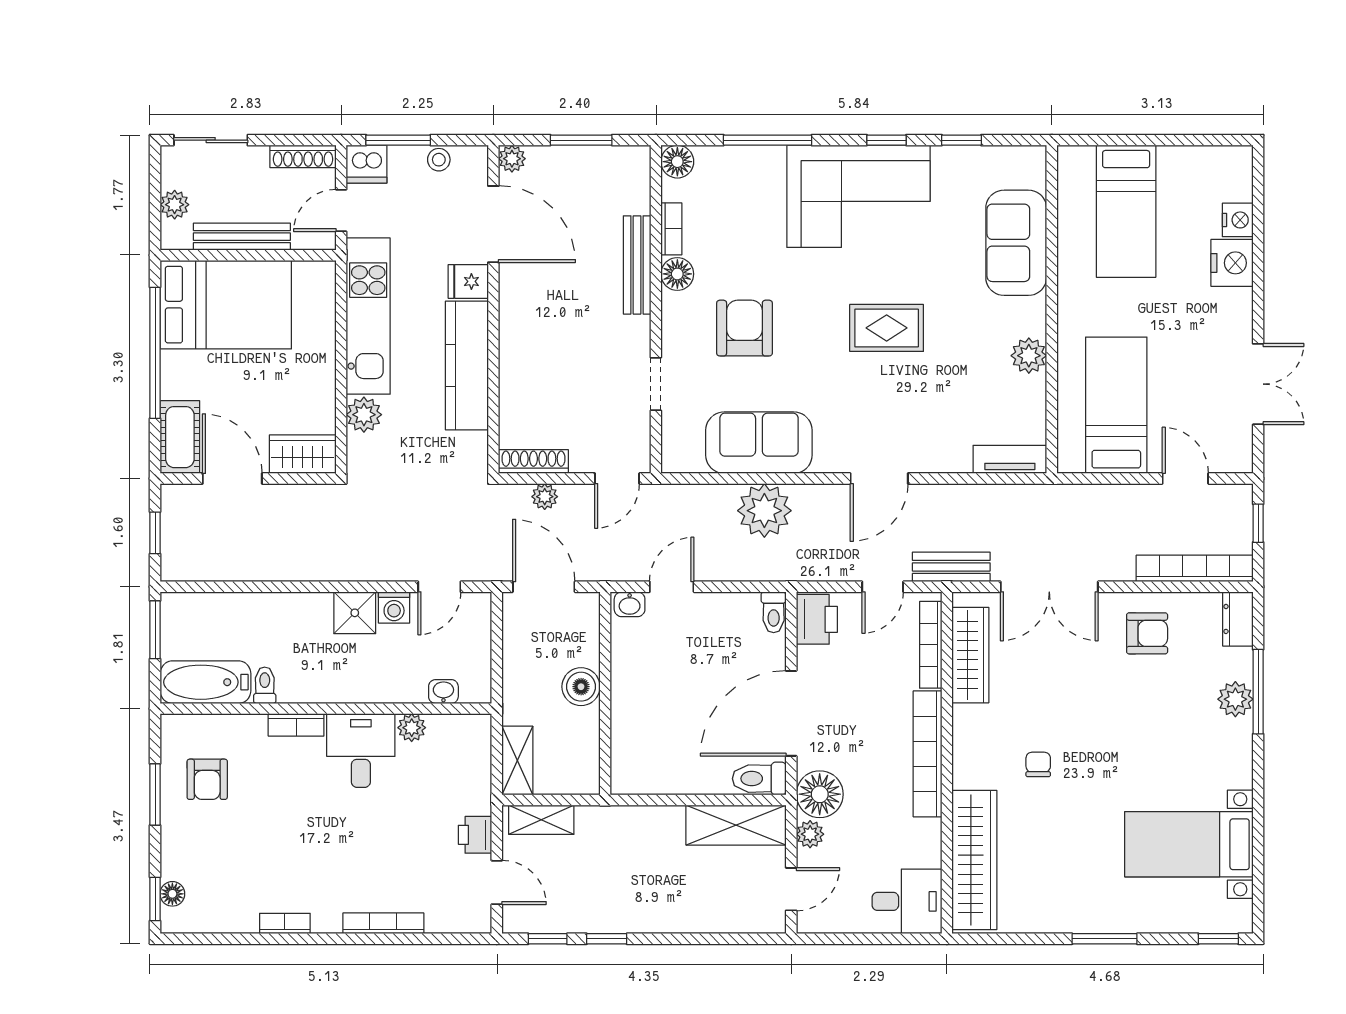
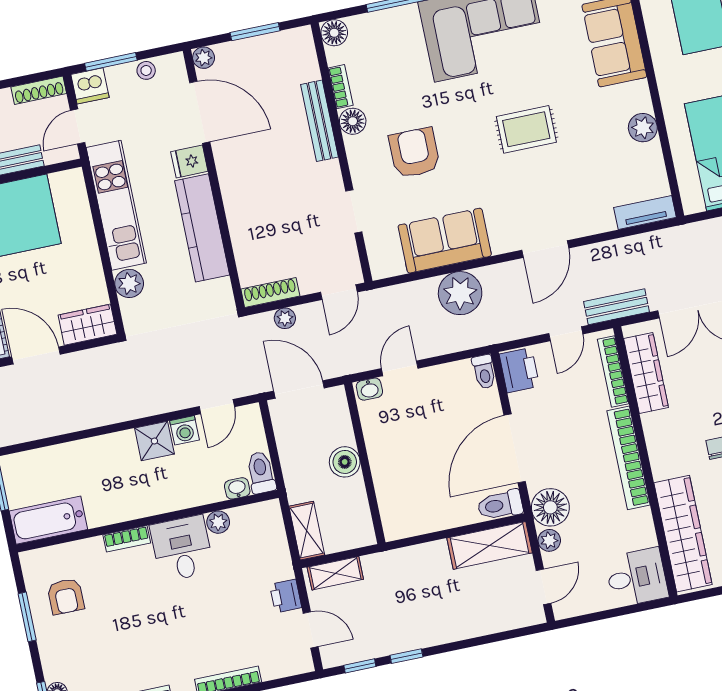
toilet: (265, 685) -> (261, 473), moved, width x1.37, depth x1.39

